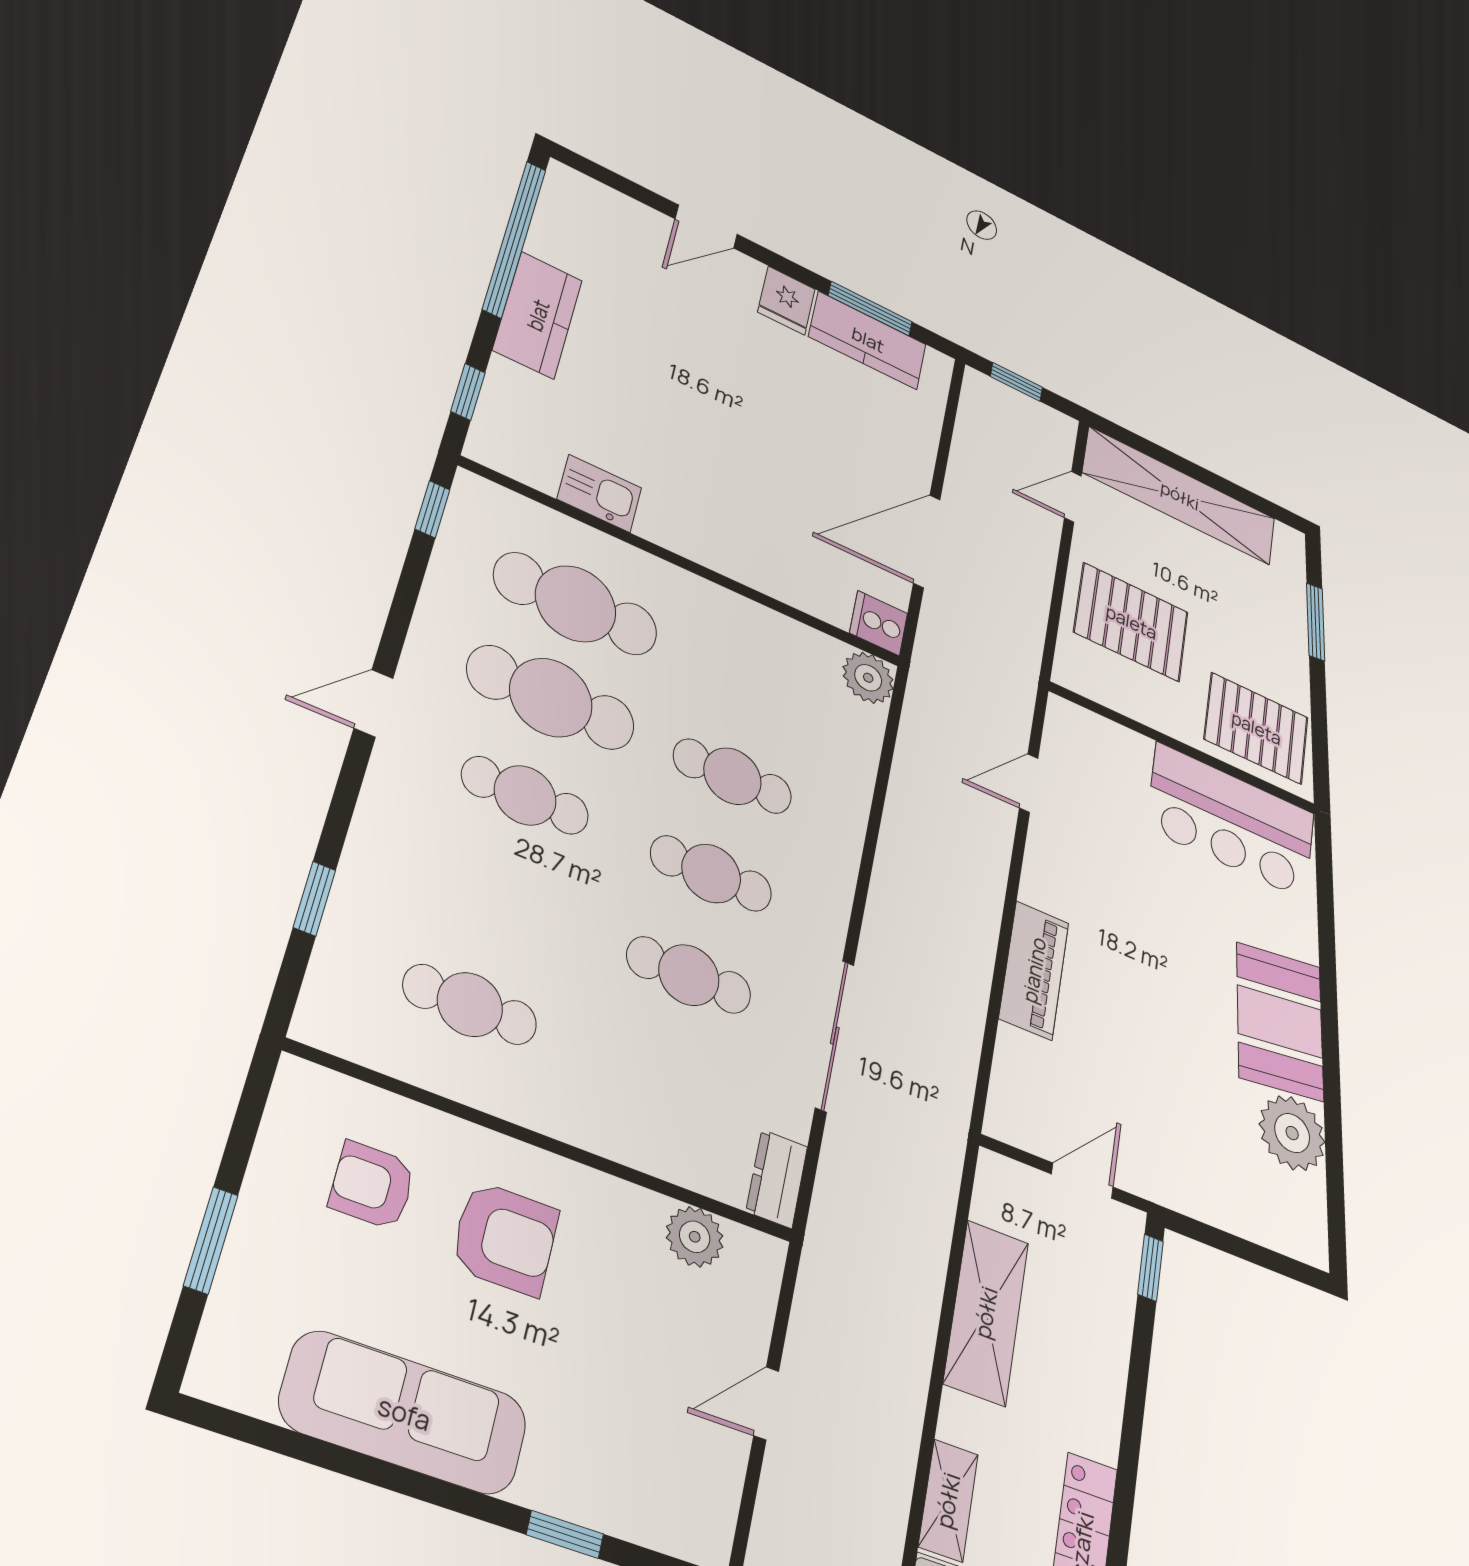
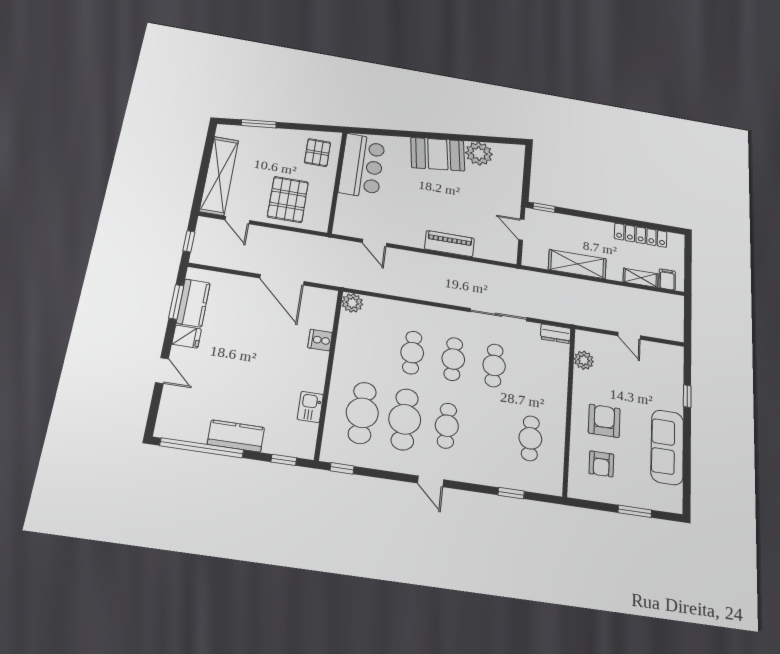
cooker: (879, 623) -> (320, 340), moved, turned 90
pallet: (1256, 728) -> (317, 153), width x0.67, depth x0.71

